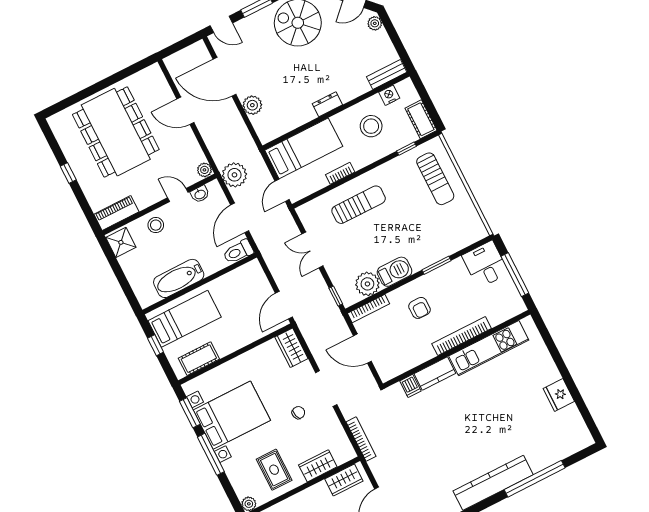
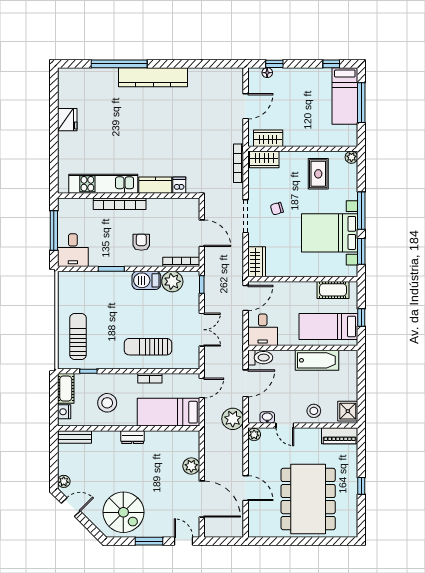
nightstand: (389, 95) -> (64, 412), moved, turned 90
desk: (250, 281) -> (263, 330), added
wardrobe: (318, 466) -> (264, 159), moved

